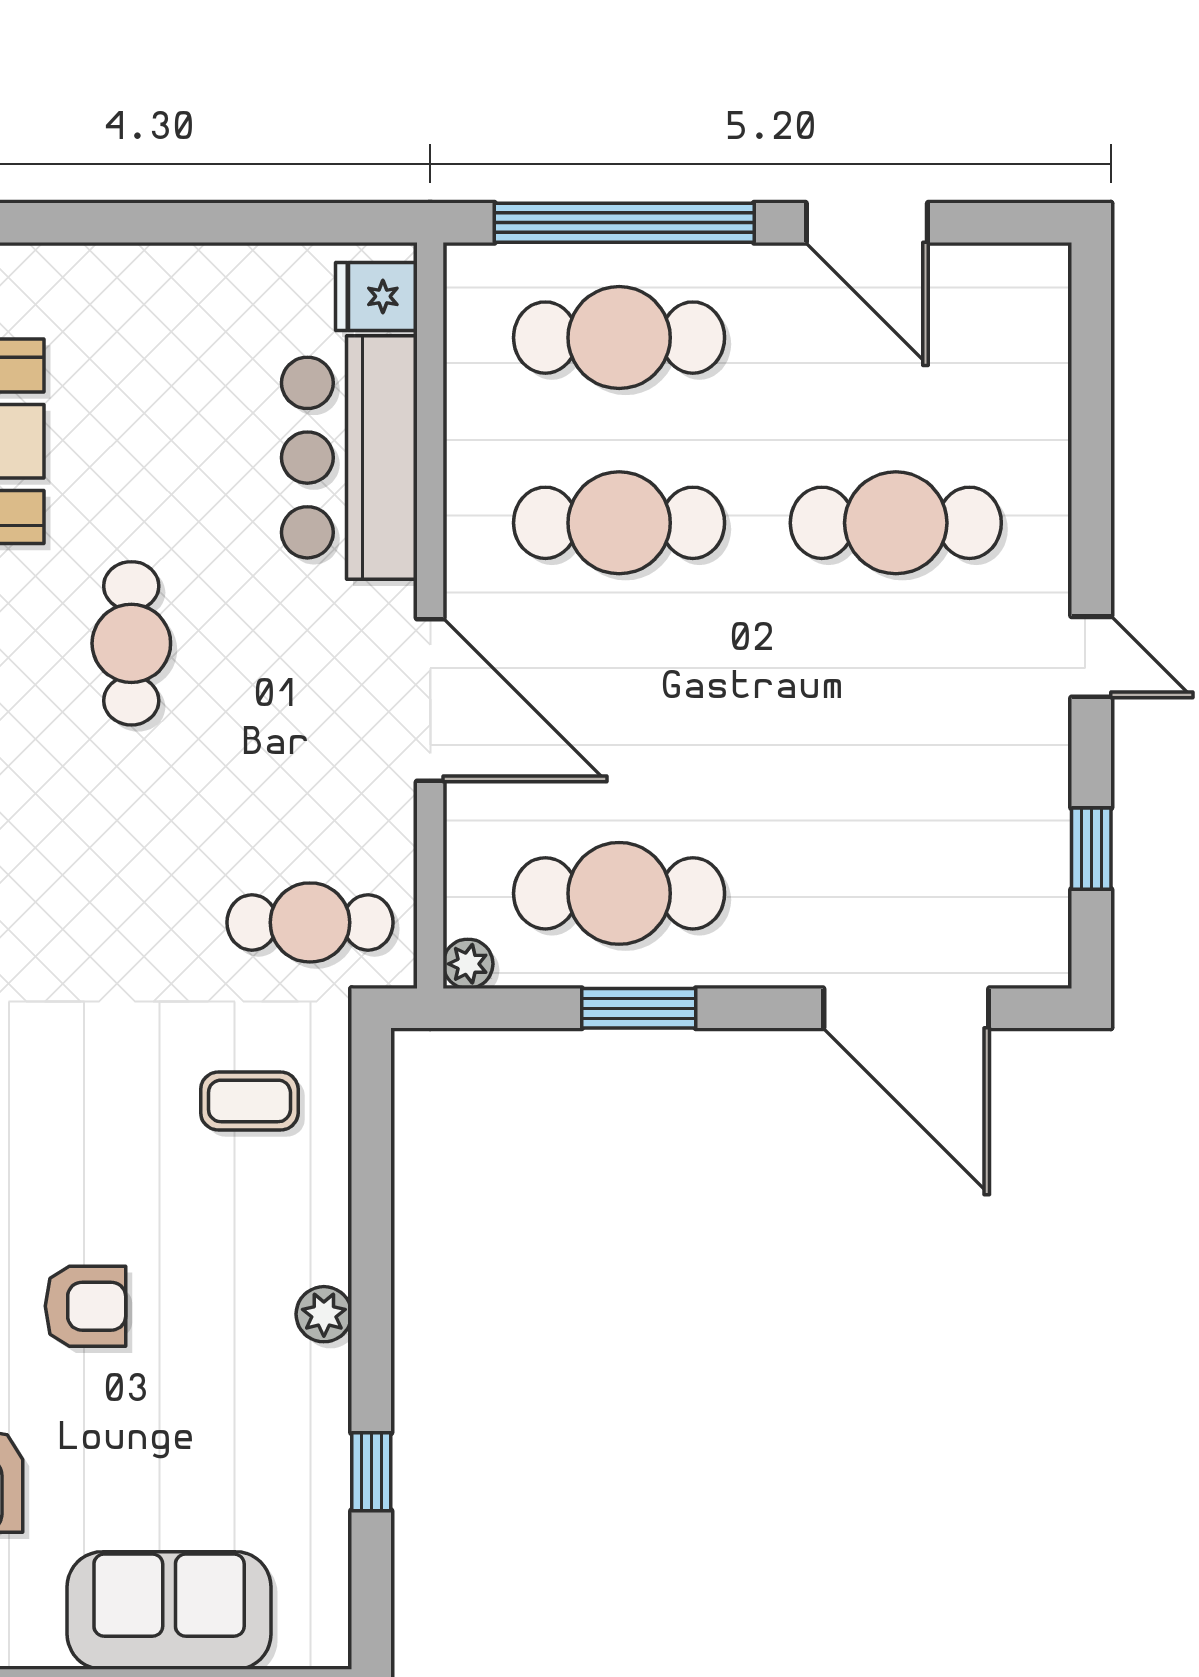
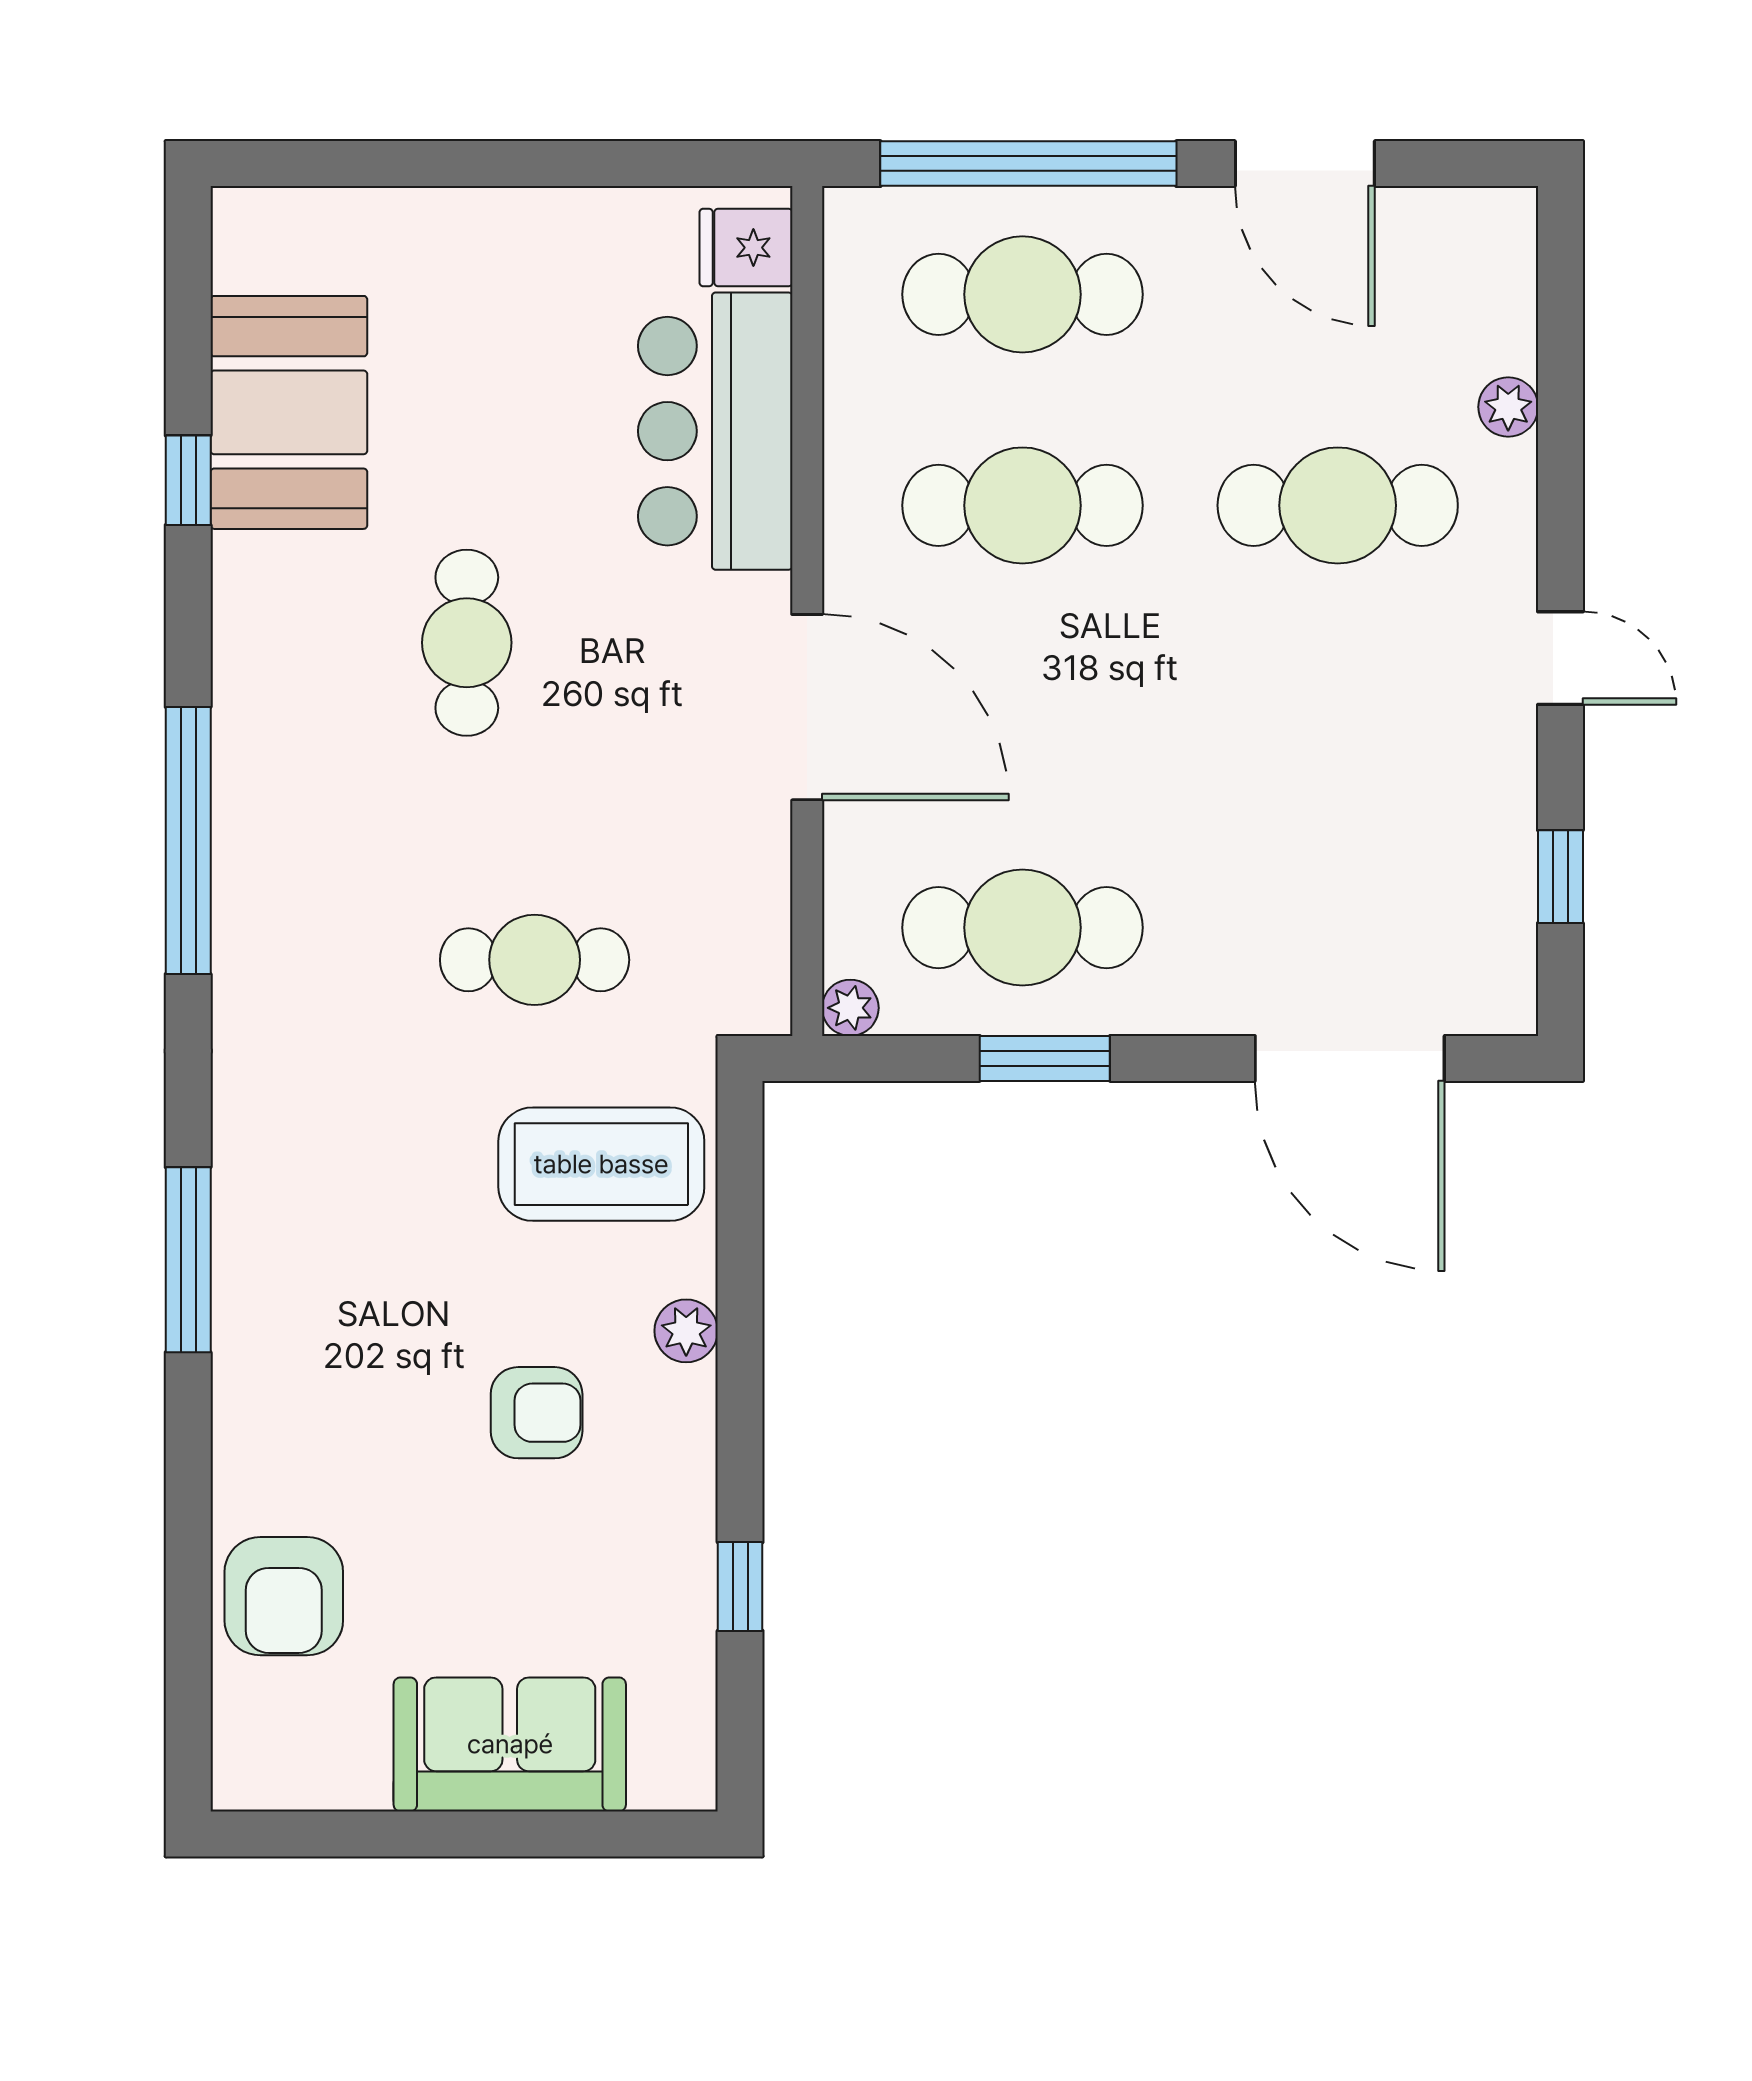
plant: (1045, 436) -> (1508, 407), added
cafe table: (310, 922) -> (535, 960), moved
coffee table: (249, 1101) -> (601, 1164), width x1.86, depth x1.72
armchair: (85, 1306) -> (537, 1413), moved
plant: (324, 1314) -> (686, 1331), moved

